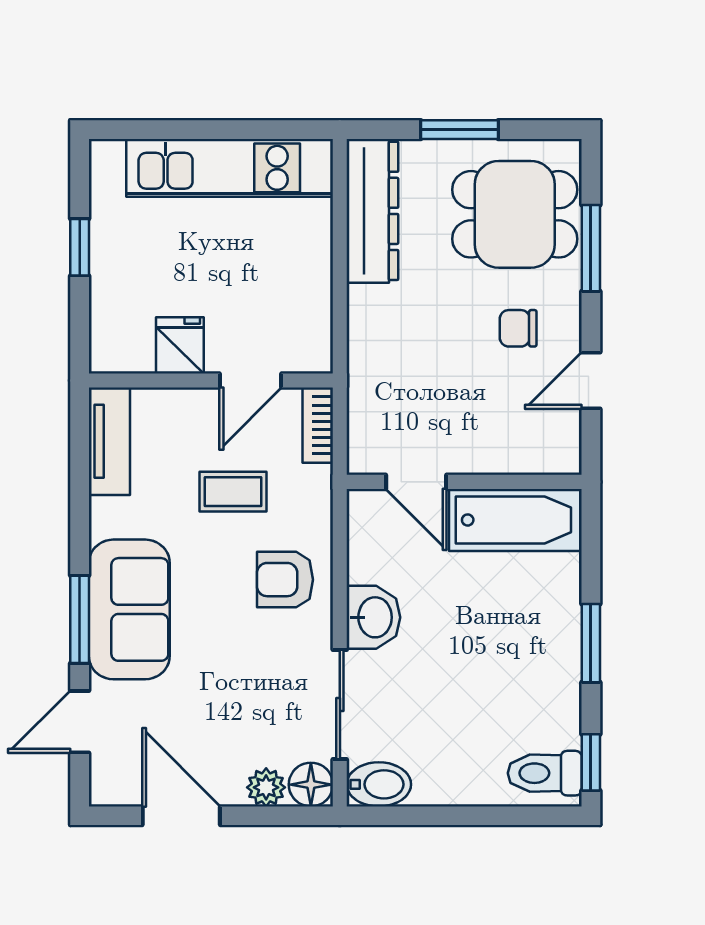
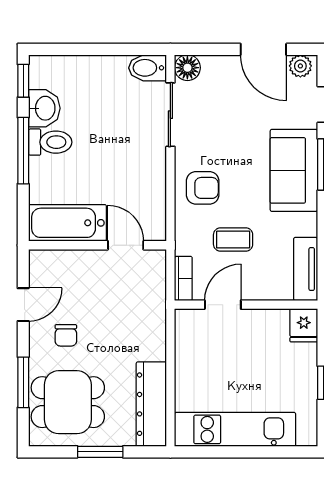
chair: (518, 328) -> (66, 335), turned 90
fridge: (180, 345) -> (304, 325), moved
washbasin: (373, 617) -> (44, 108), moved, turned 180
window: (591, 643) -> (23, 151), width x1.44
toilet: (545, 773) -> (50, 142), moved
plant: (266, 787) -> (300, 66), moved

